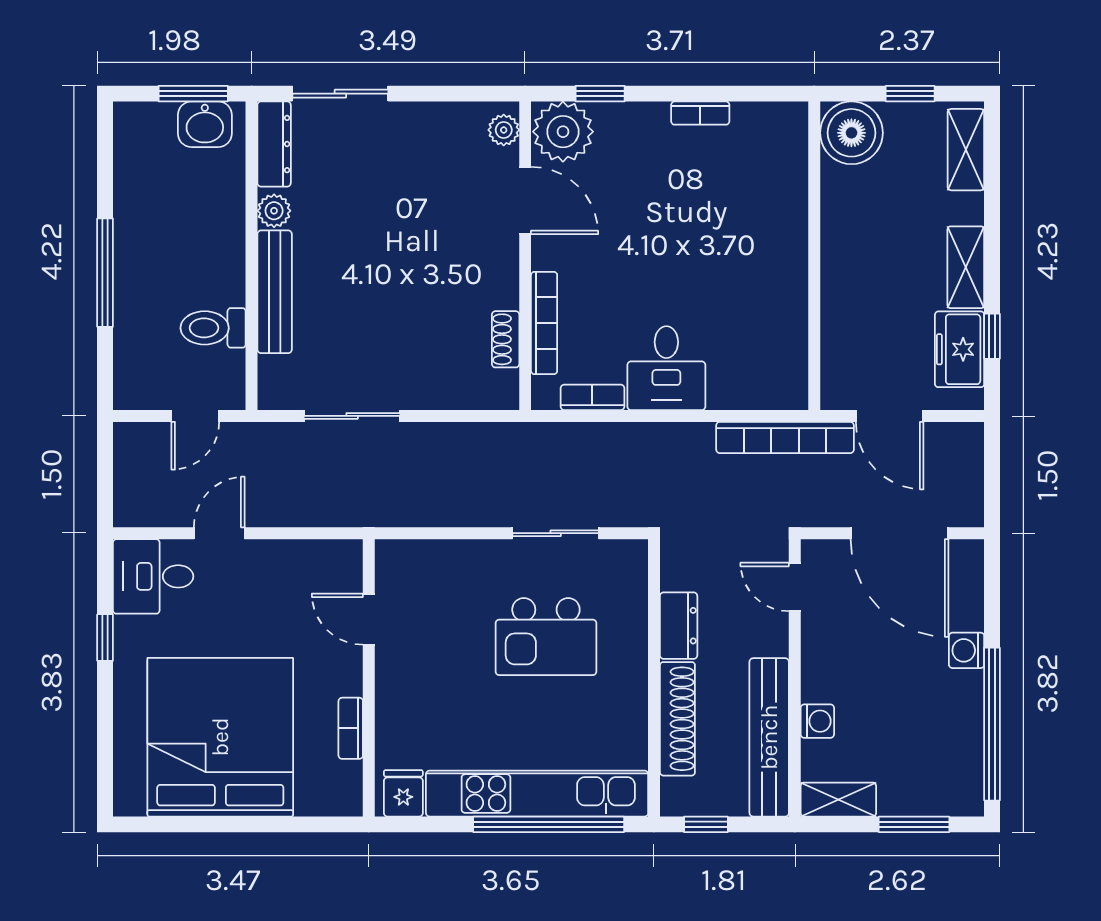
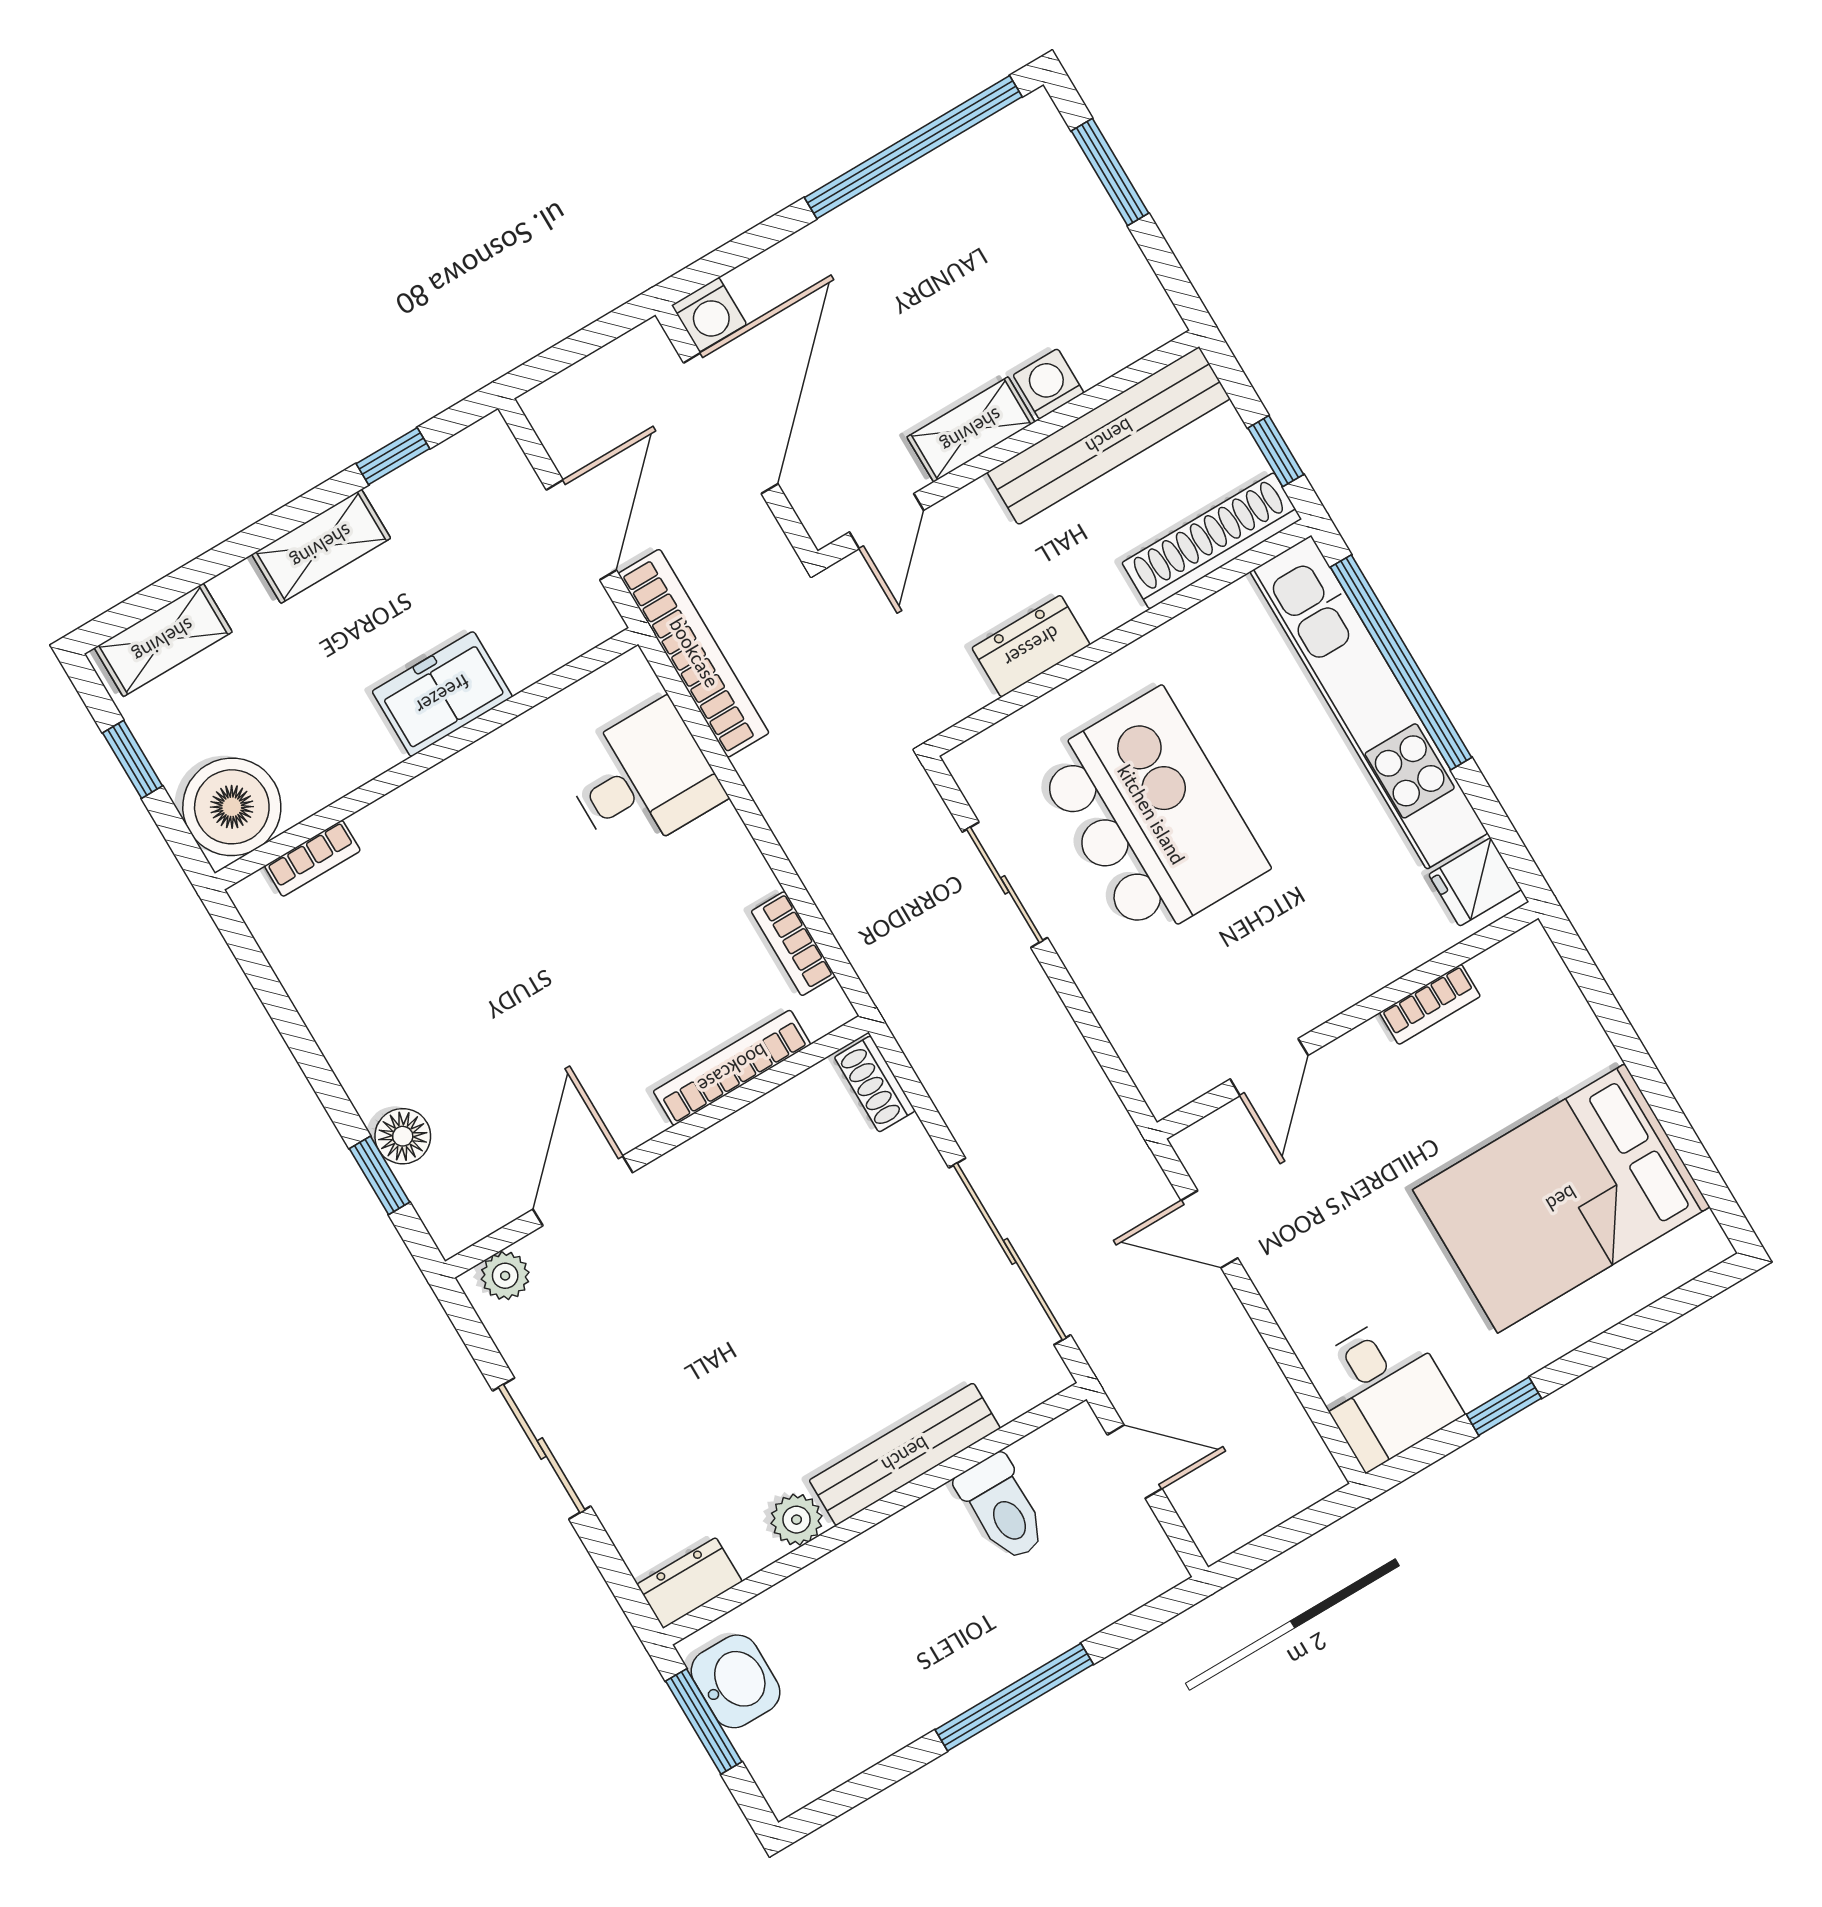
sliding door: (340, 94) -> (542, 1448), moved
bookcase: (700, 113) -> (312, 858), moved, turned 90
floor lamp: (614, 119) -> (403, 1136), added
plant: (563, 132) -> (460, 1195), removed
dresser: (274, 144) -> (690, 1583), width x0.70
shoe rack: (506, 339) -> (875, 1084), moved, turned 90
freezer: (960, 349) -> (442, 694), moved, turned 180
desk: (666, 368) -> (643, 779), moved
sliding door: (352, 416) -> (1010, 1251), width x1.37
door: (219, 533) -> (1209, 1229), moved
kitchen island: (546, 637) -> (1151, 815), width x1.37, depth x1.28
washing machine: (967, 650) -> (709, 315), moved
shoe rack: (677, 719) -> (1212, 541), moved
bed: (220, 737) -> (1561, 1198), width x0.73
shelving: (838, 800) -> (971, 430), moved, turned 90

